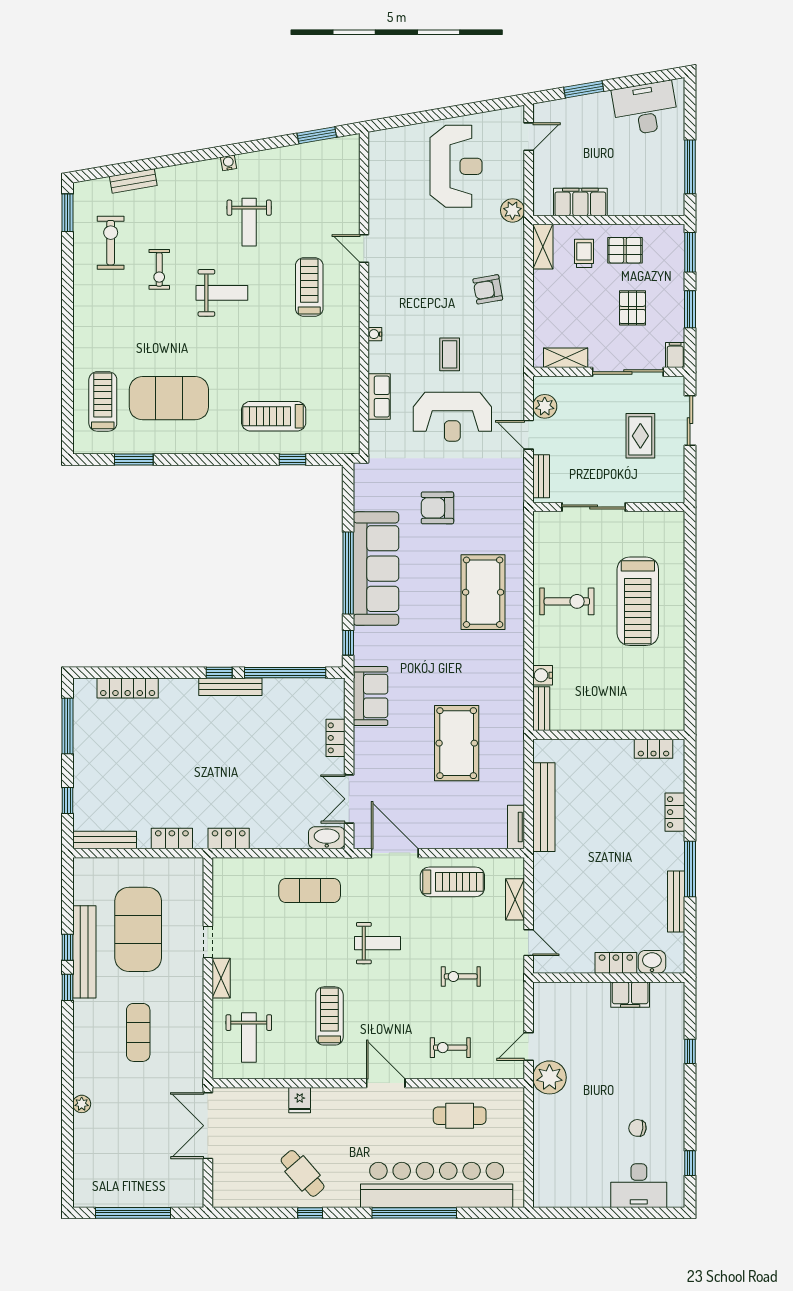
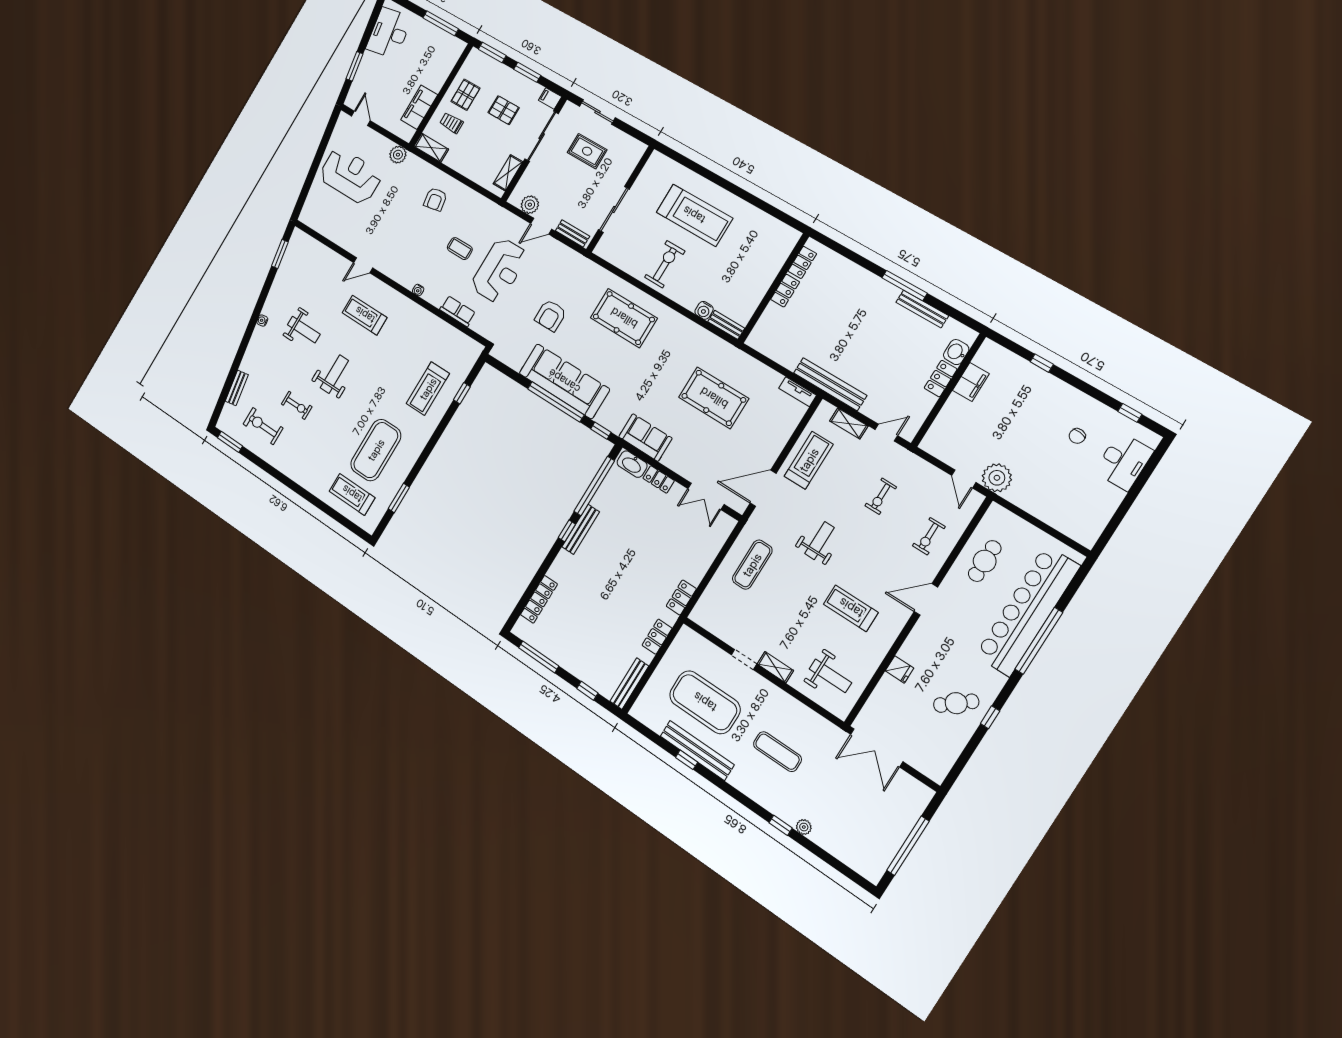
bench: (544, 807) -> (830, 384), moved
locker: (675, 812) -> (785, 291), moved, turned -90
washbasin: (327, 838) -> (632, 464), moved, turned -90
window: (68, 987) -> (781, 825), moved

